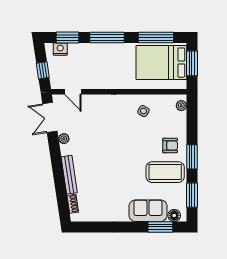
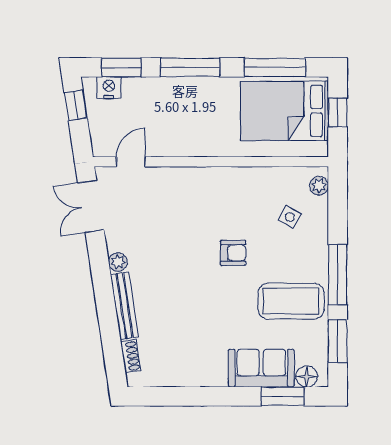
window: (192, 63) -> (338, 112), width x0.67
window: (43, 70) -> (76, 105), moved
door: (73, 92) -> (131, 162), swing flipped
side table: (143, 111) -> (290, 217), moved
plant: (64, 139) -> (118, 262), moved
armchair: (170, 145) -> (233, 253), moved
window: (192, 157) -> (338, 275), width x1.44

